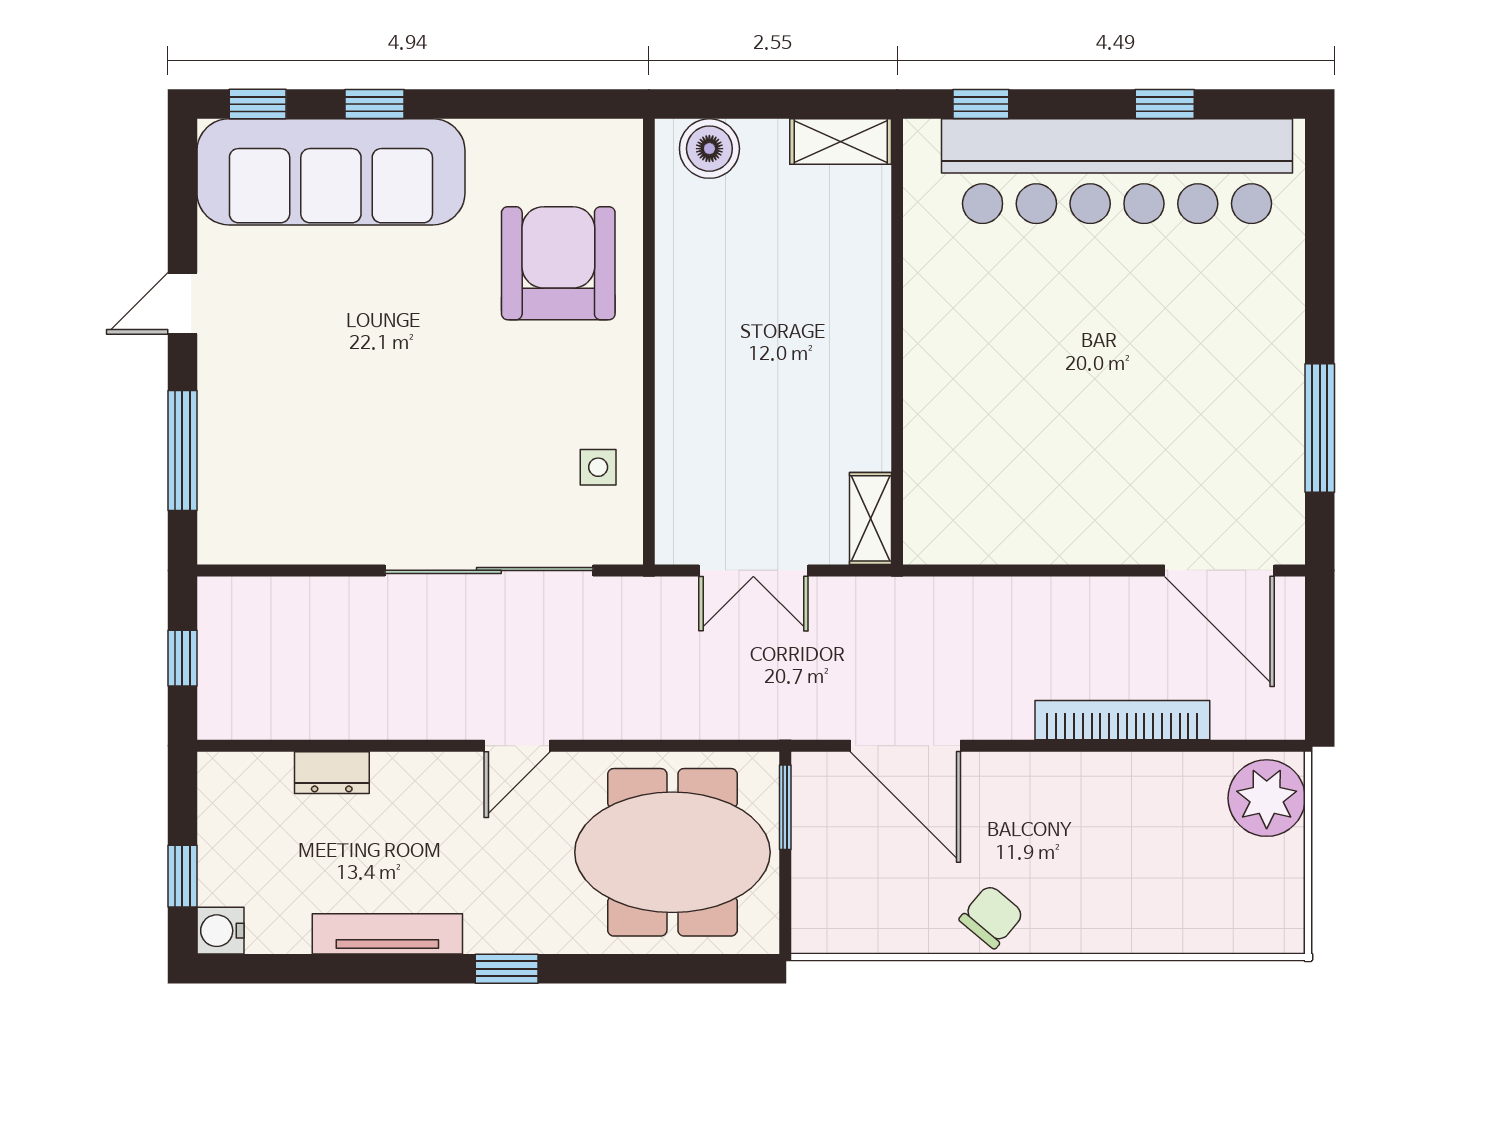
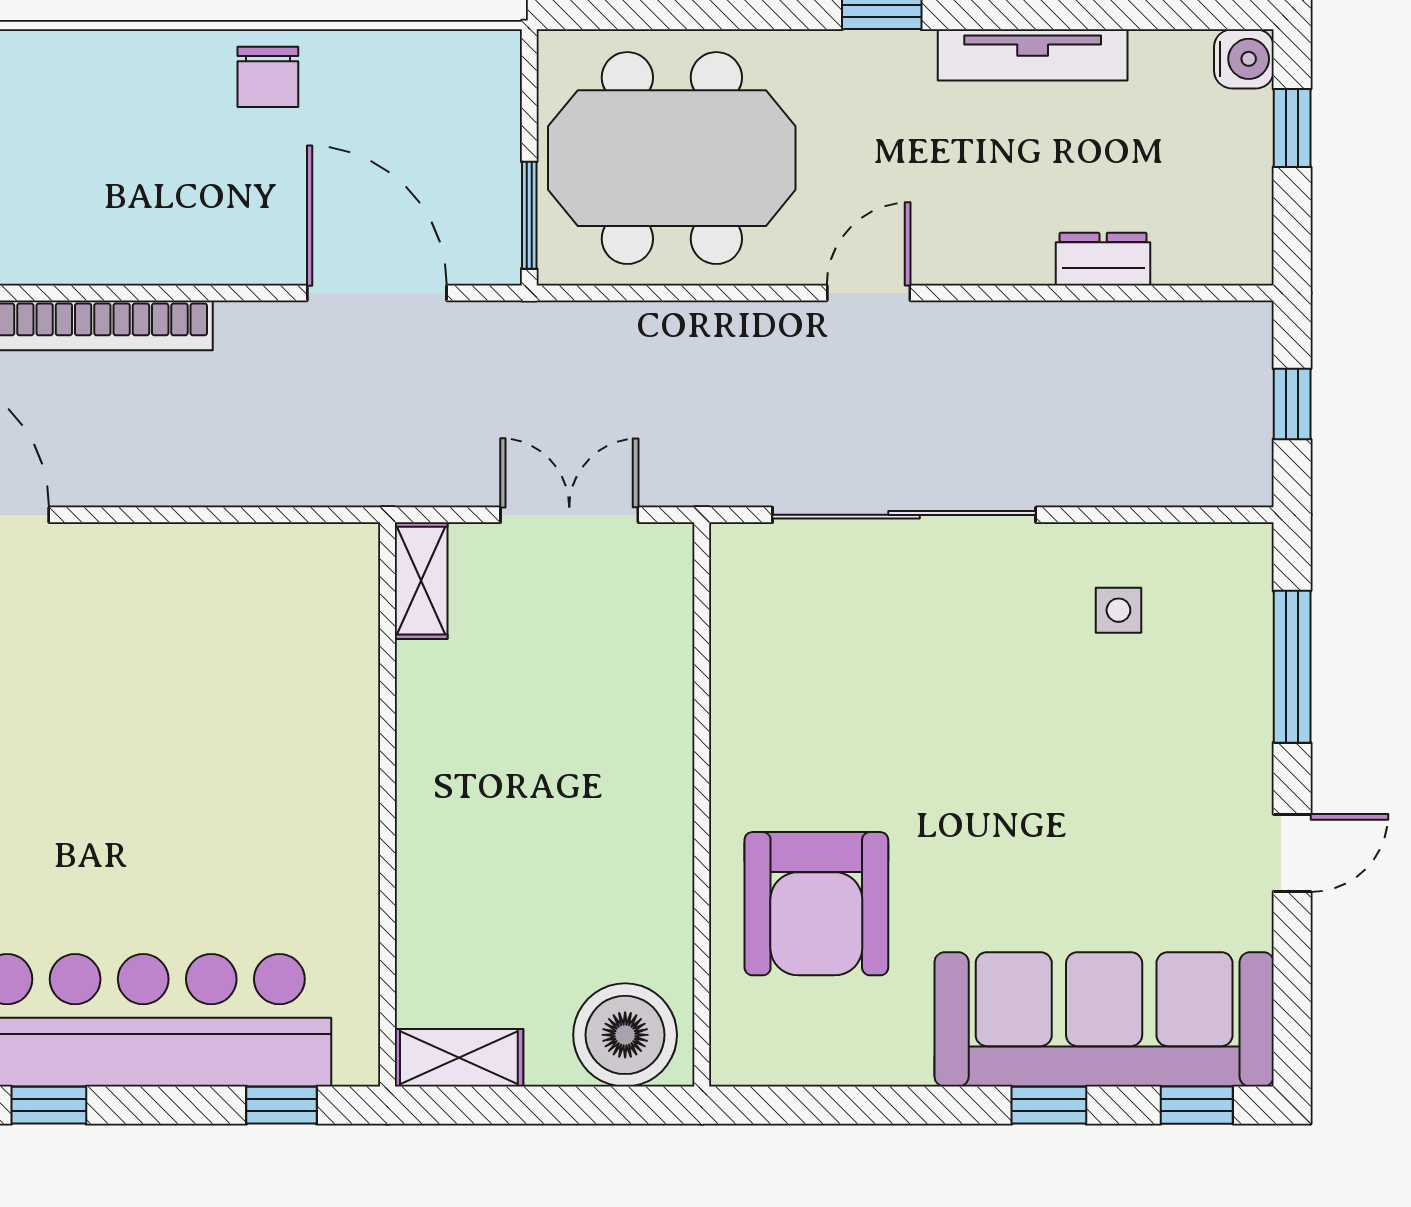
boiler: (709, 149) -> (625, 1035), width x1.37, depth x1.37
side table: (598, 467) -> (1118, 610), moved
chair: (992, 917) -> (268, 77), turned -40

